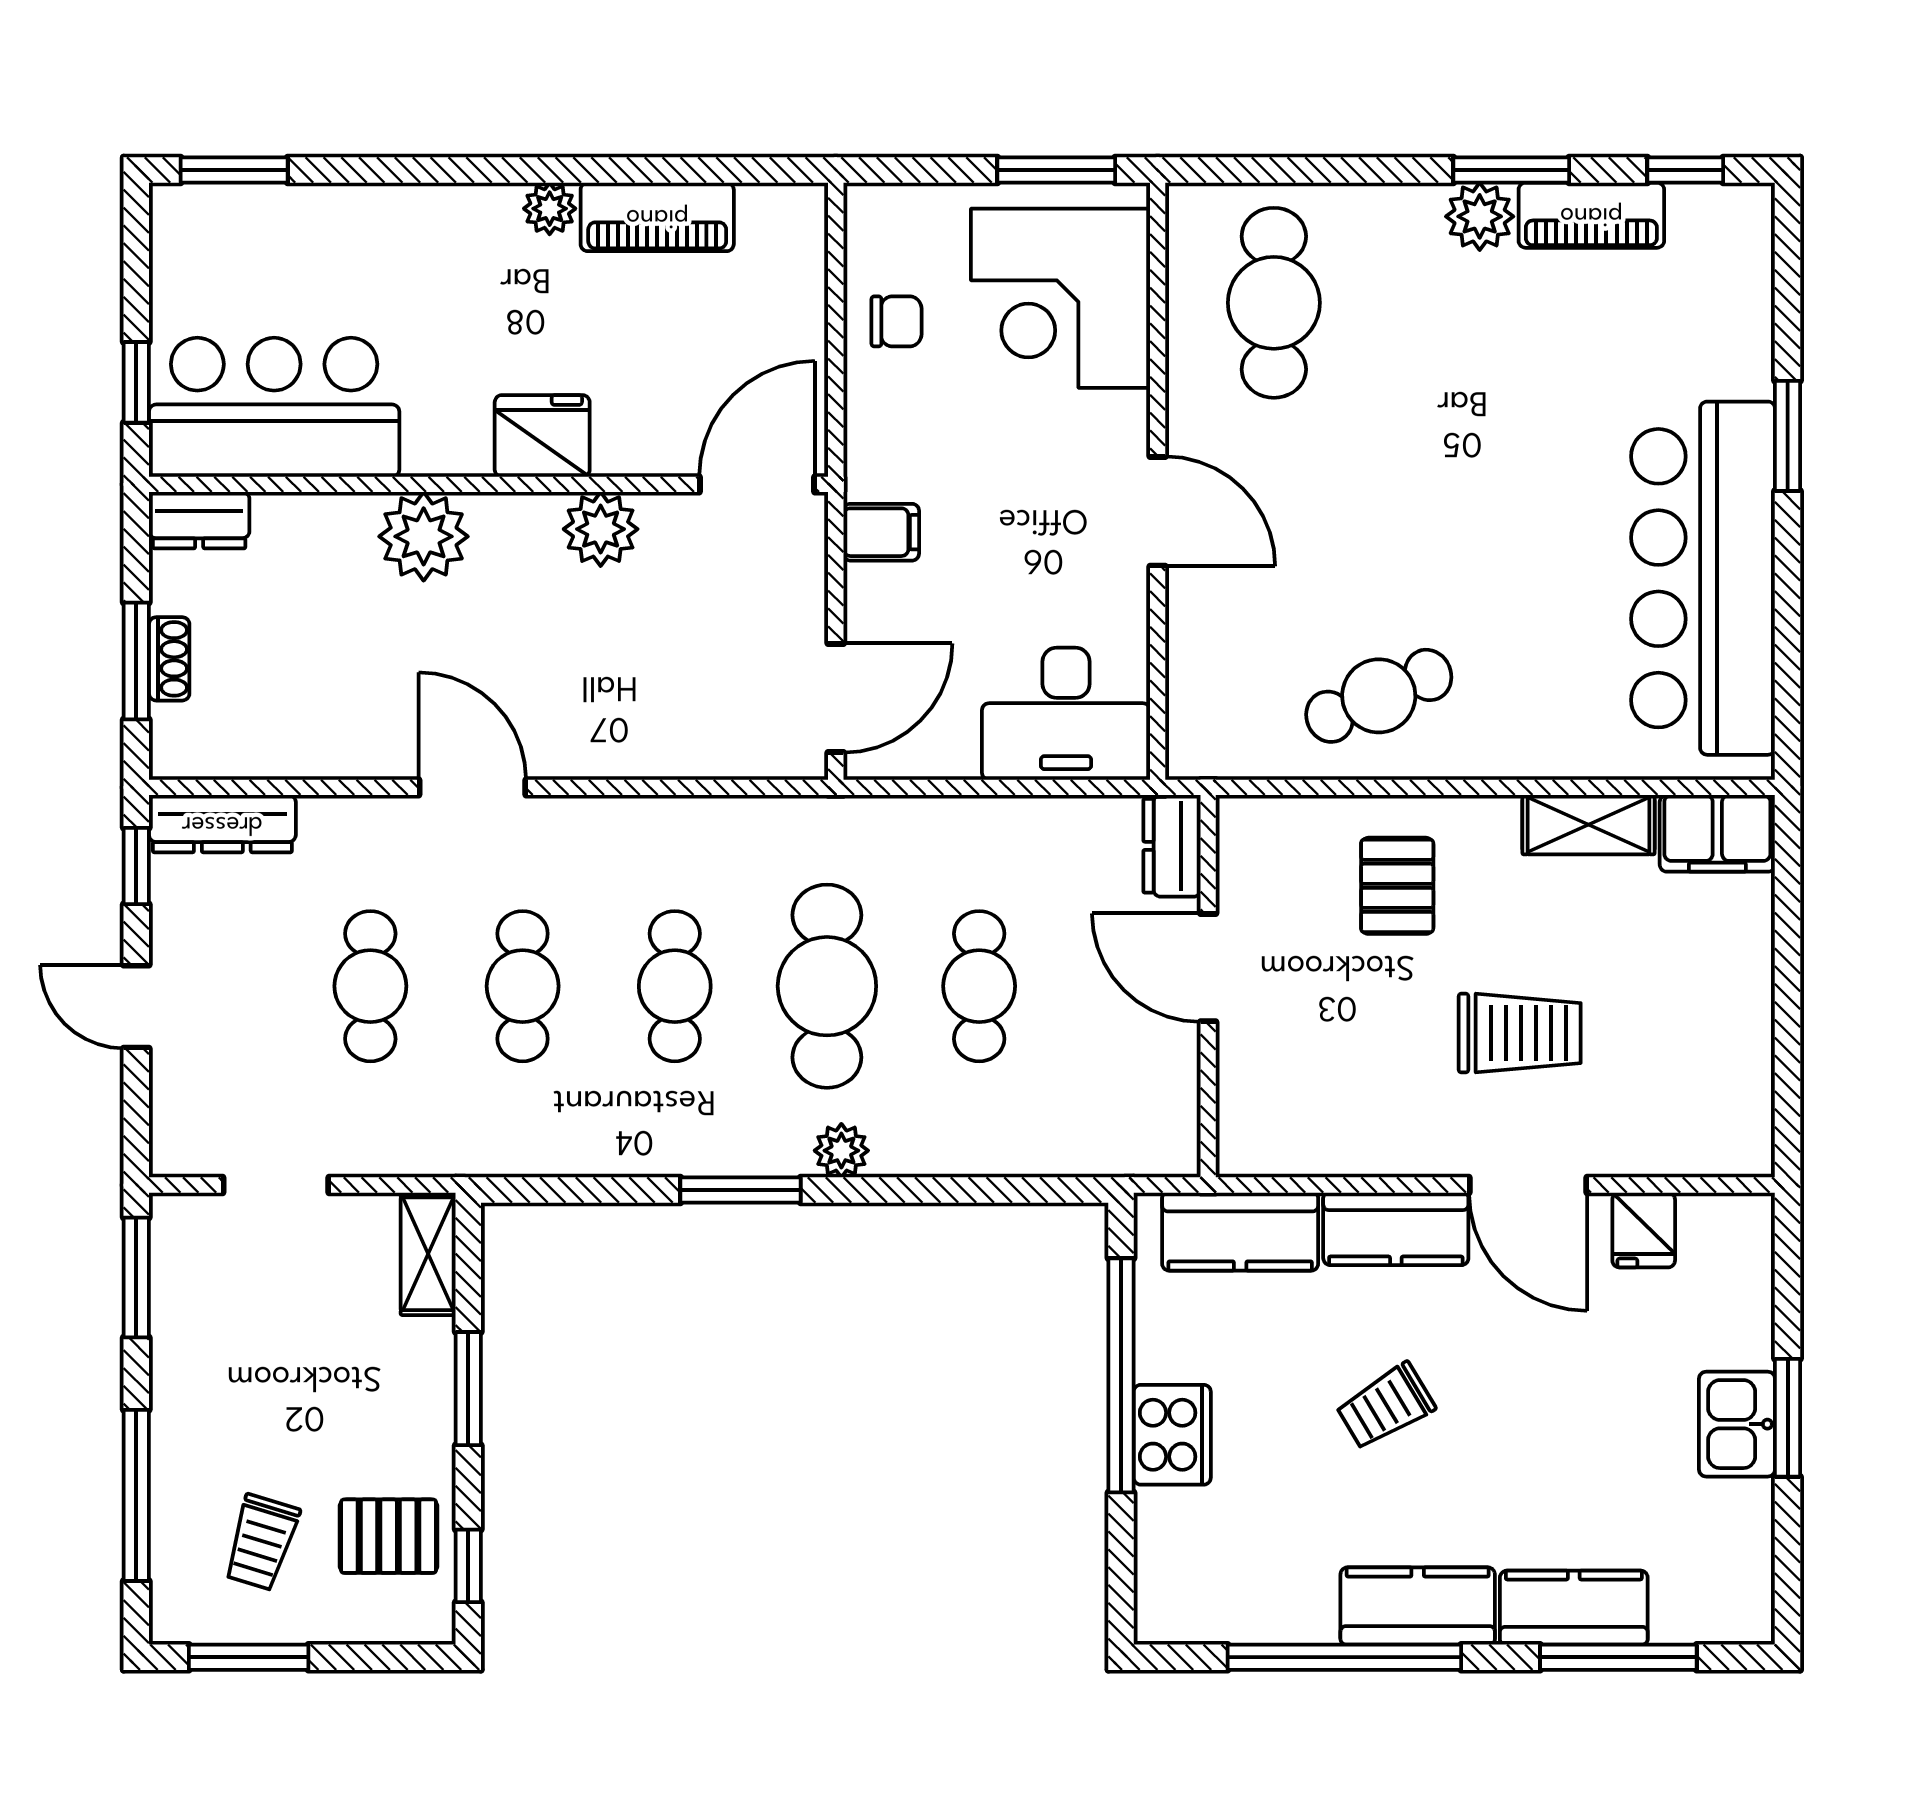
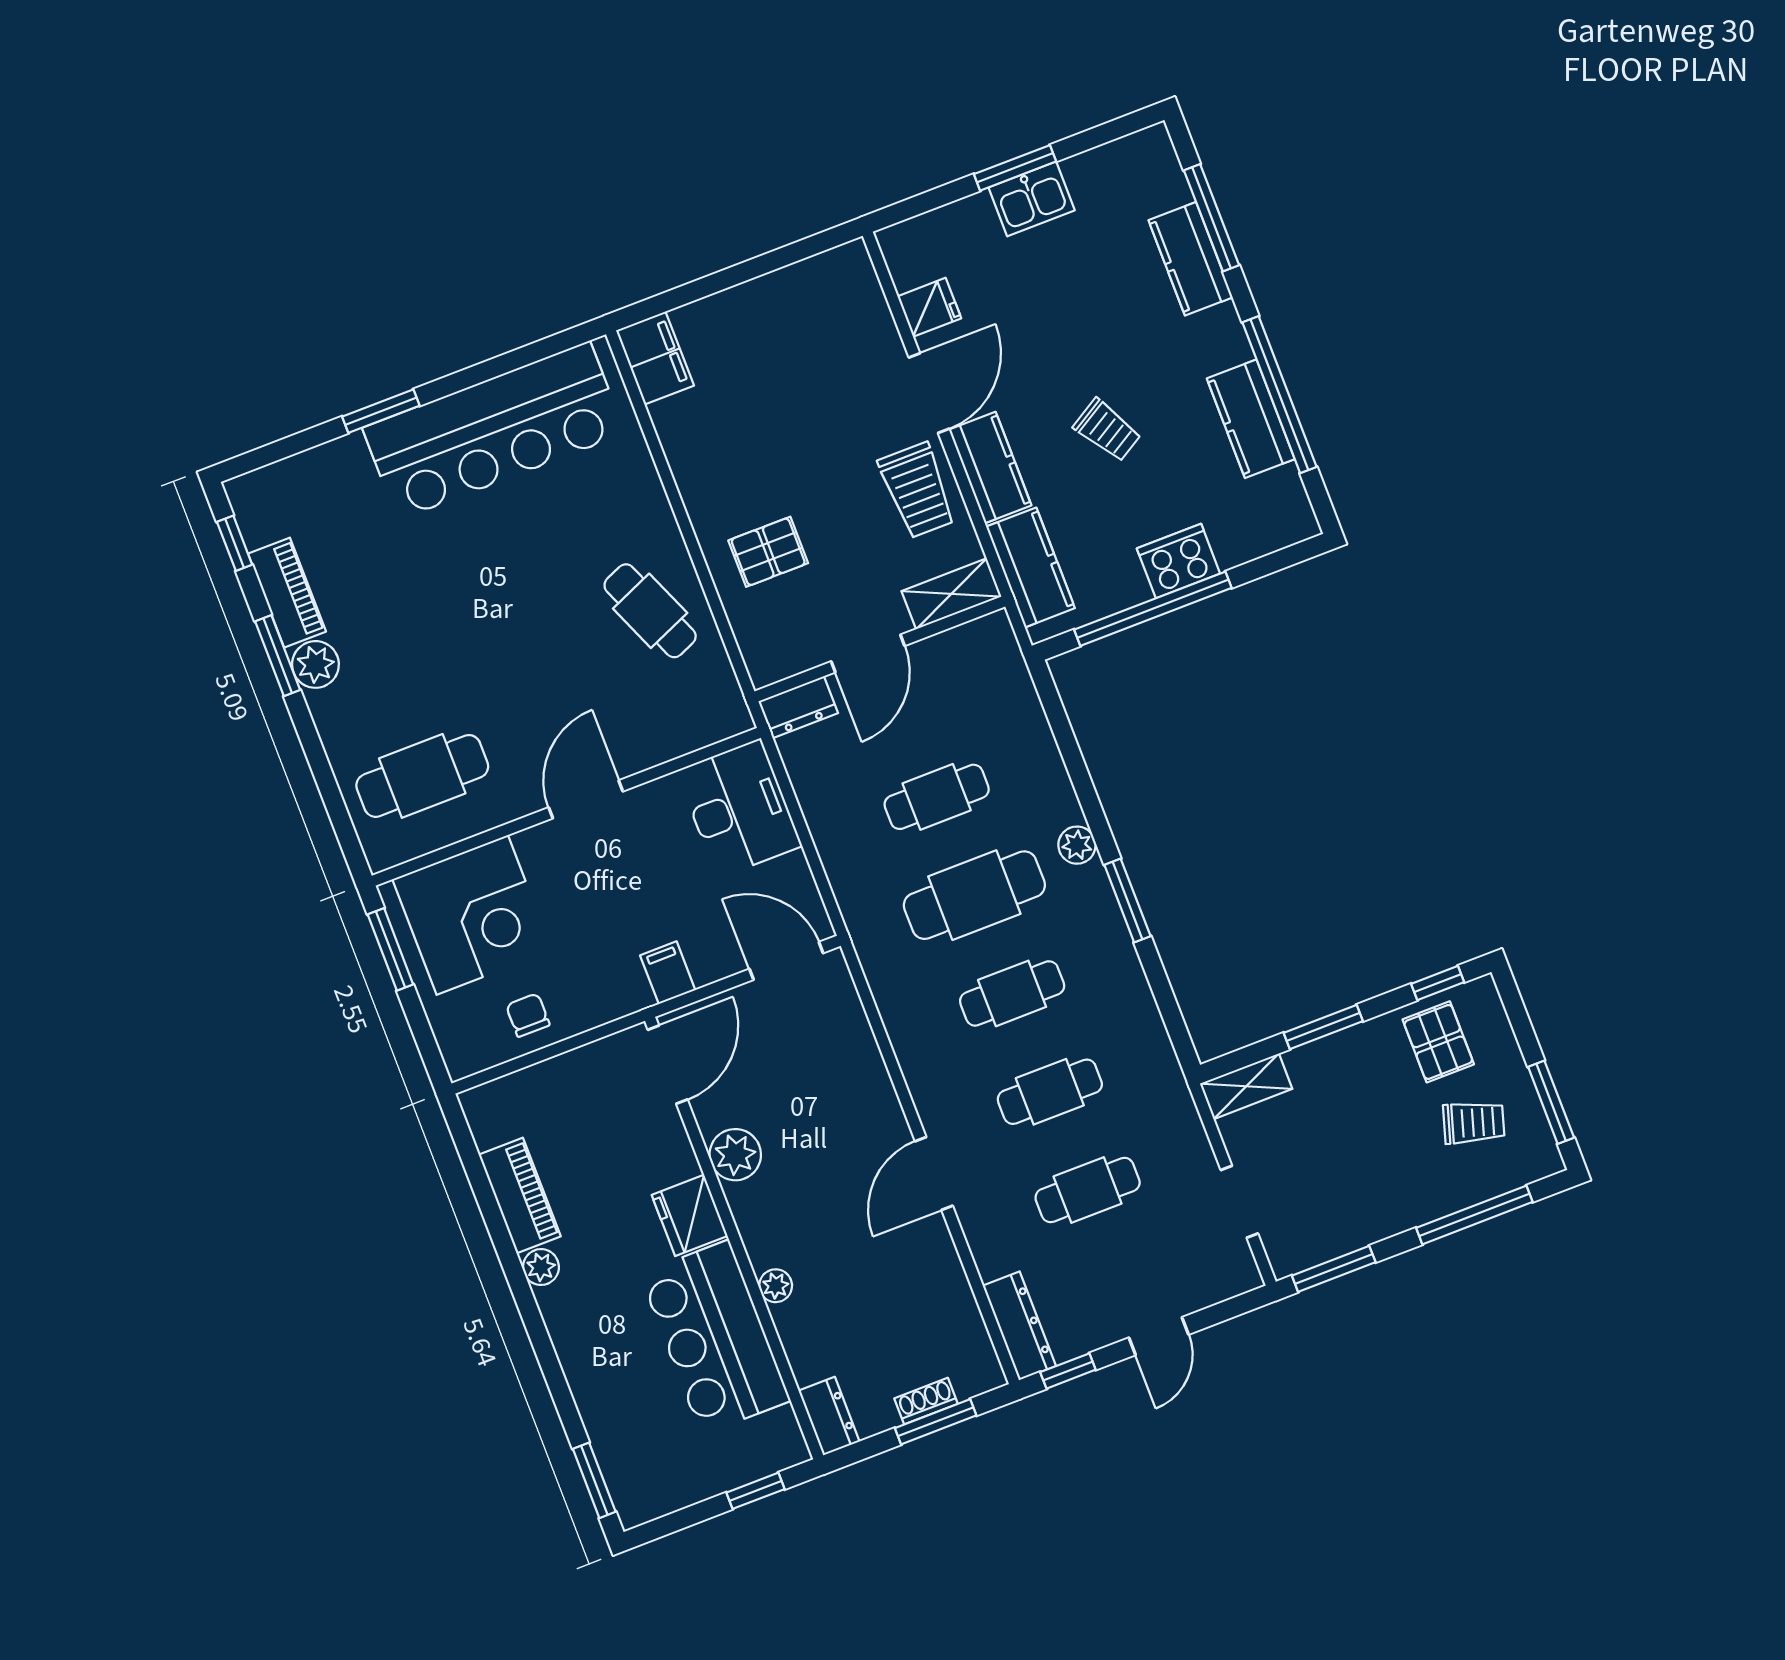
bar counter: (274, 407) -> (715, 1337), moved
door: (757, 484) -> (668, 1065), swing flipped
plant: (424, 536) -> (776, 1286), width x0.53, depth x0.53
shelving: (1589, 825) -> (951, 594), moved, turned 90
trolley: (1520, 1033) -> (917, 490), moved, turned 180
kitchen counter: (1418, 1606) -> (1251, 419), moved

